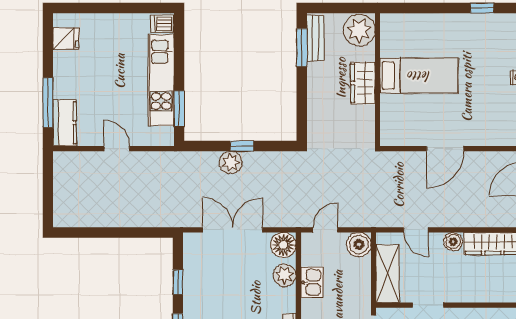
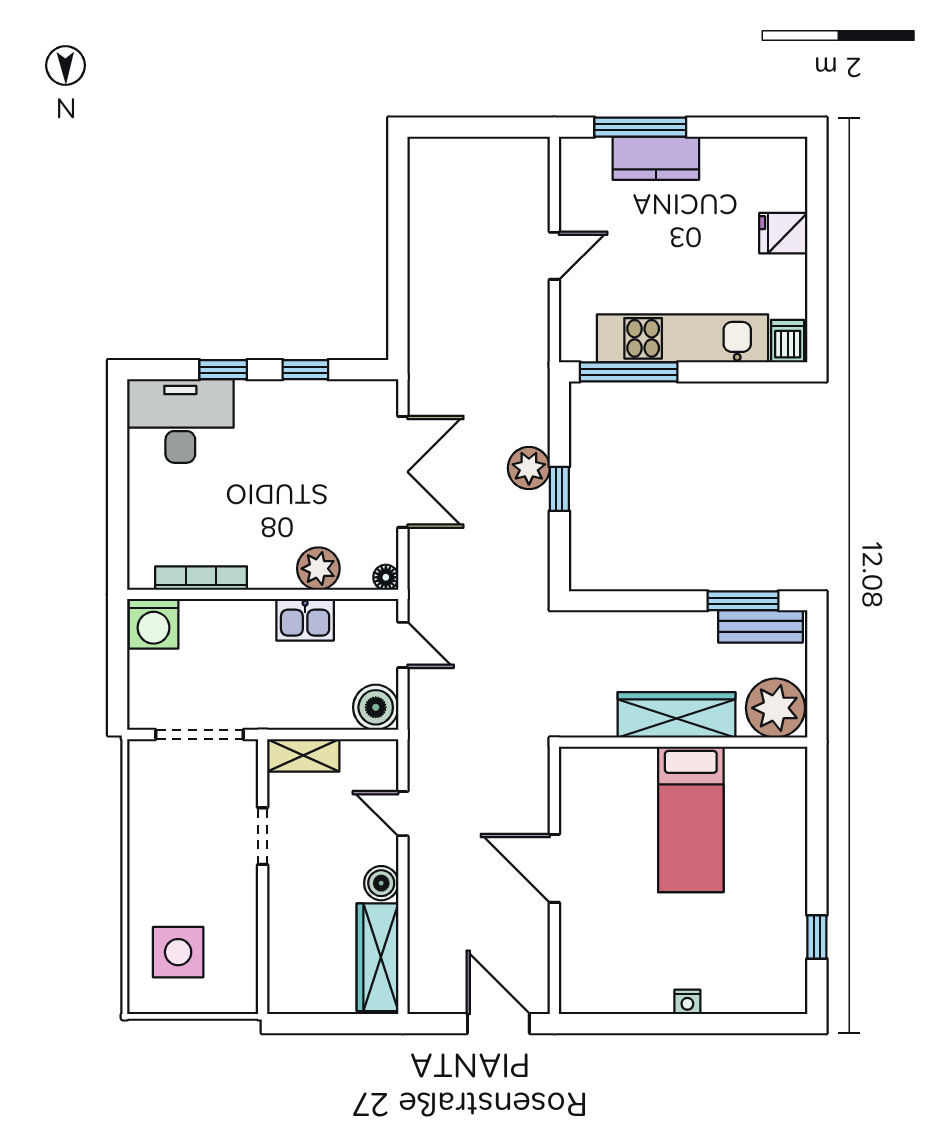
fridge: (66, 39) -> (783, 233), moved, turned 90
wardrobe: (363, 83) -> (677, 715), width x1.50
window: (179, 109) -> (629, 372), width x1.44
kitchen counter: (65, 123) -> (656, 158), moved
door: (416, 230) -> (403, 814), hinge flipped
floor lamp: (283, 245) -> (386, 577), width x0.53, depth x0.53
shelving: (388, 274) -> (303, 755), width x0.67, depth x0.75

